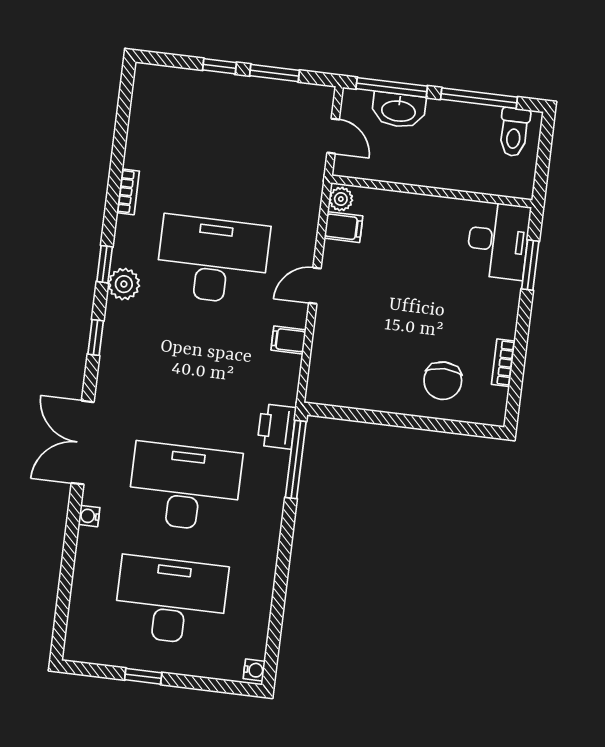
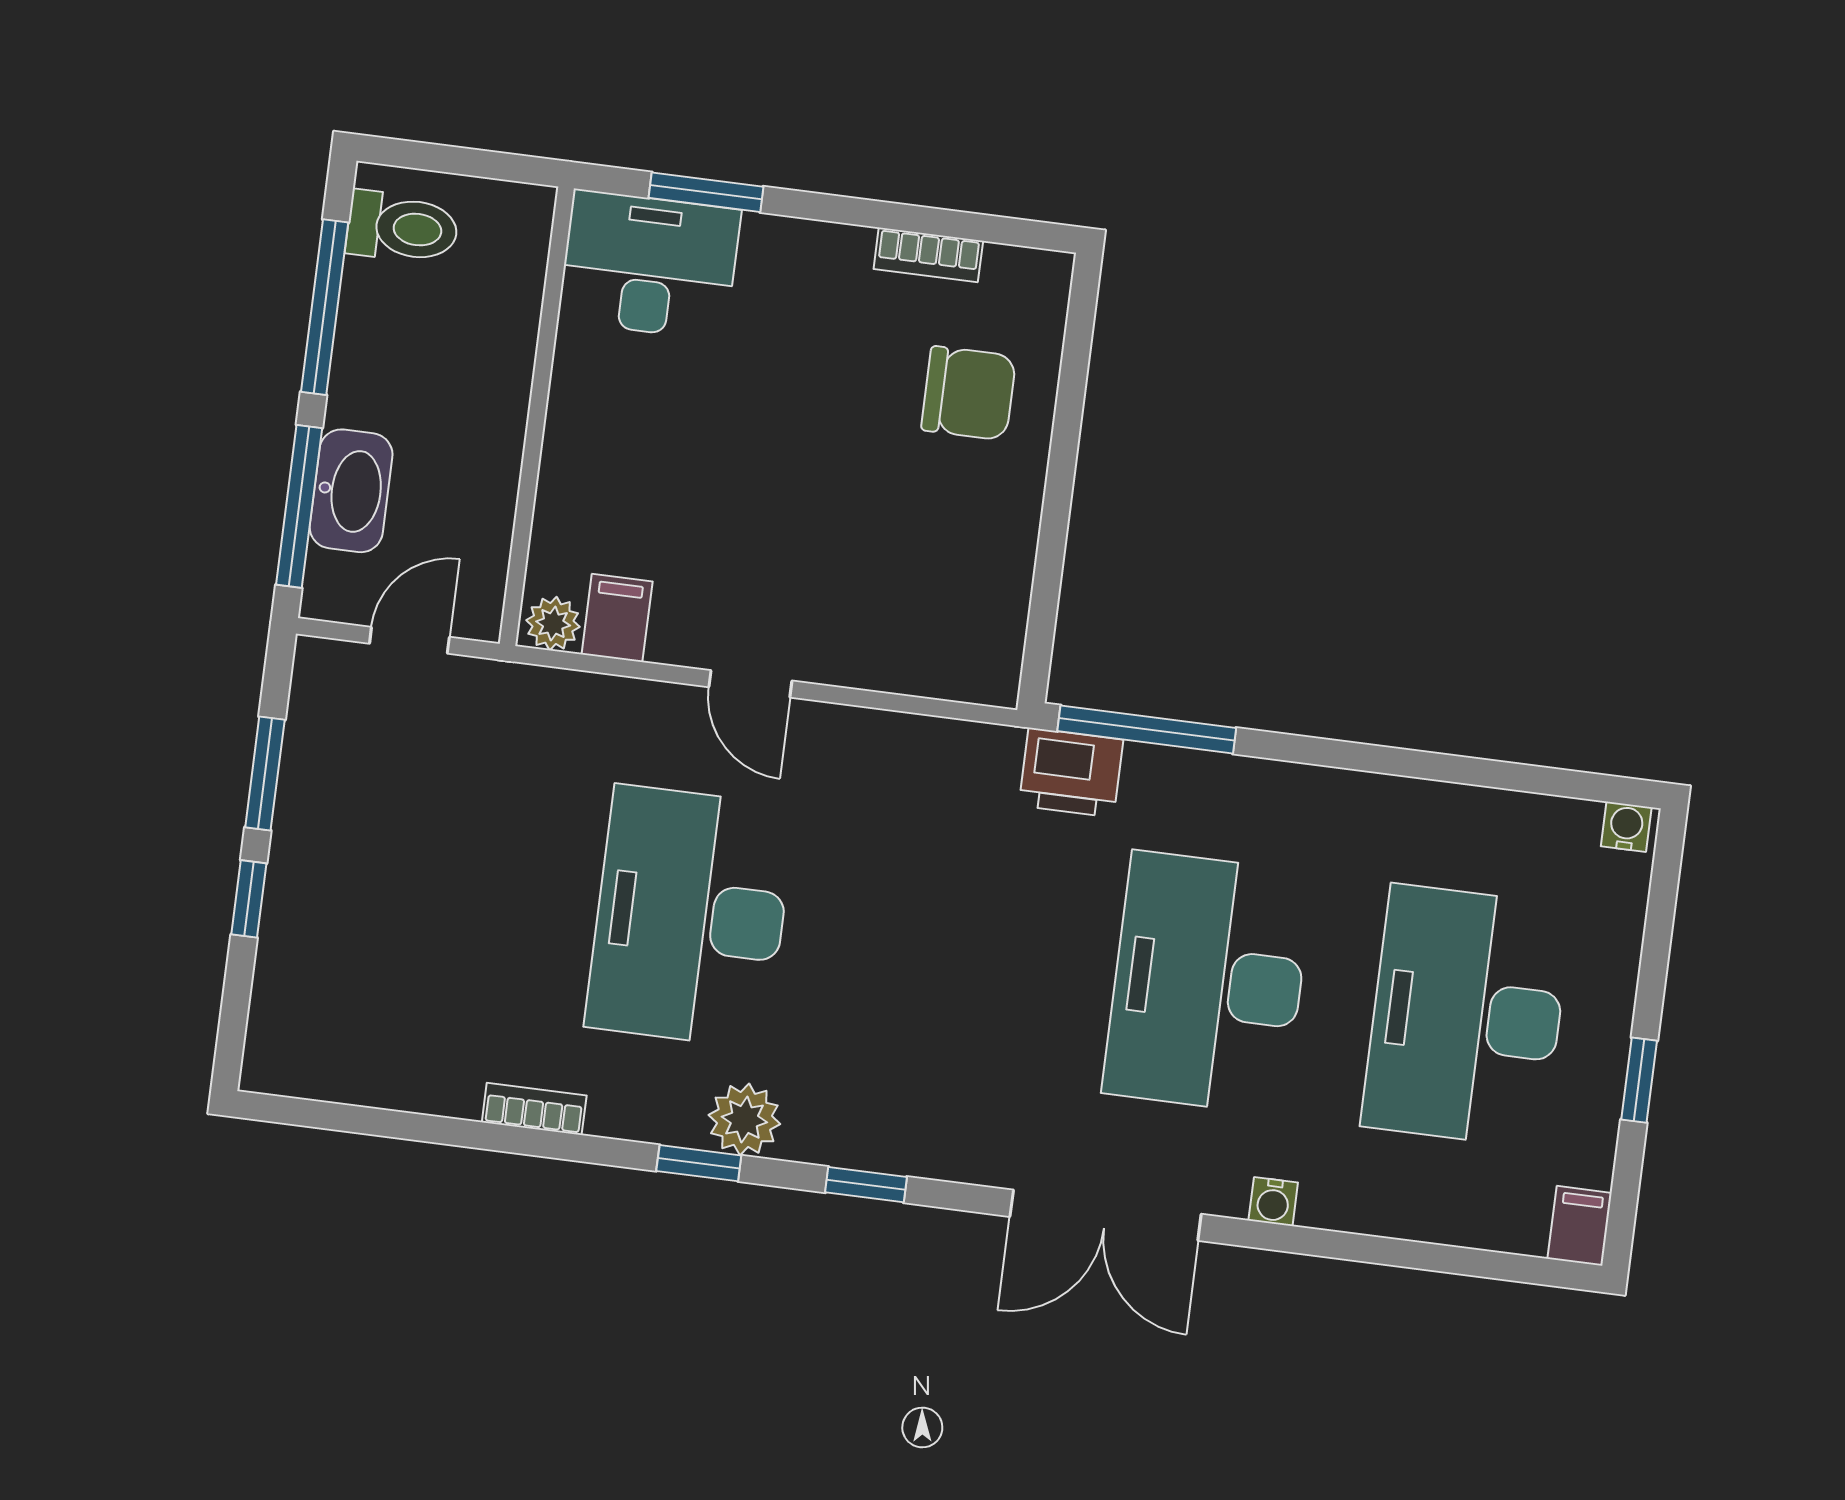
filing cabinet: (288, 340) -> (1580, 1226), moved, turned 180

